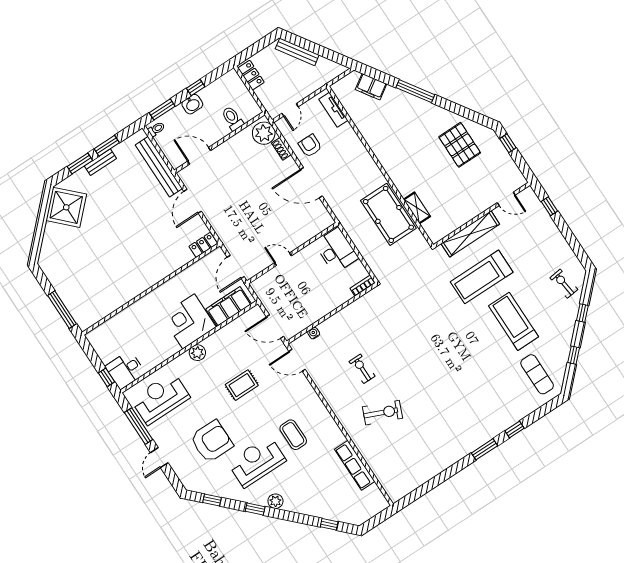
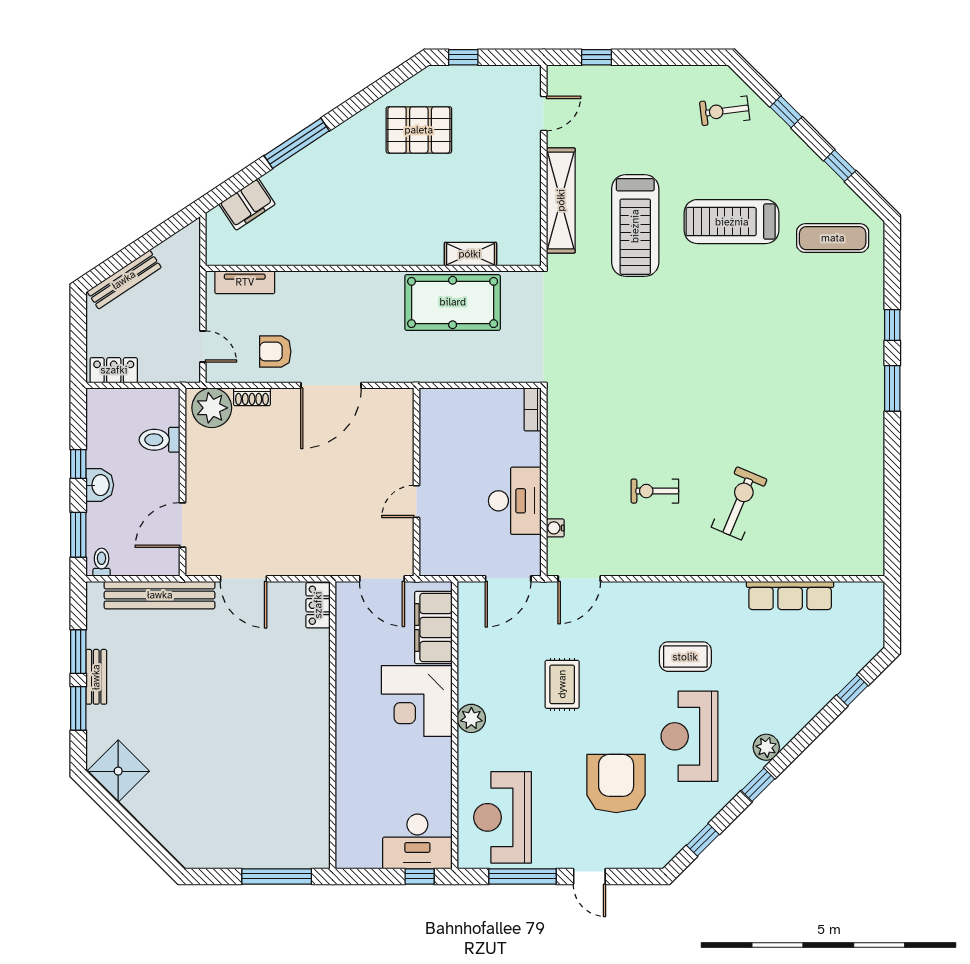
shower: (66, 207) -> (118, 771), width x0.73, depth x0.73
desk: (336, 250) -> (515, 501), moved, turned 90
desk: (125, 370) -> (417, 841), width x1.37

